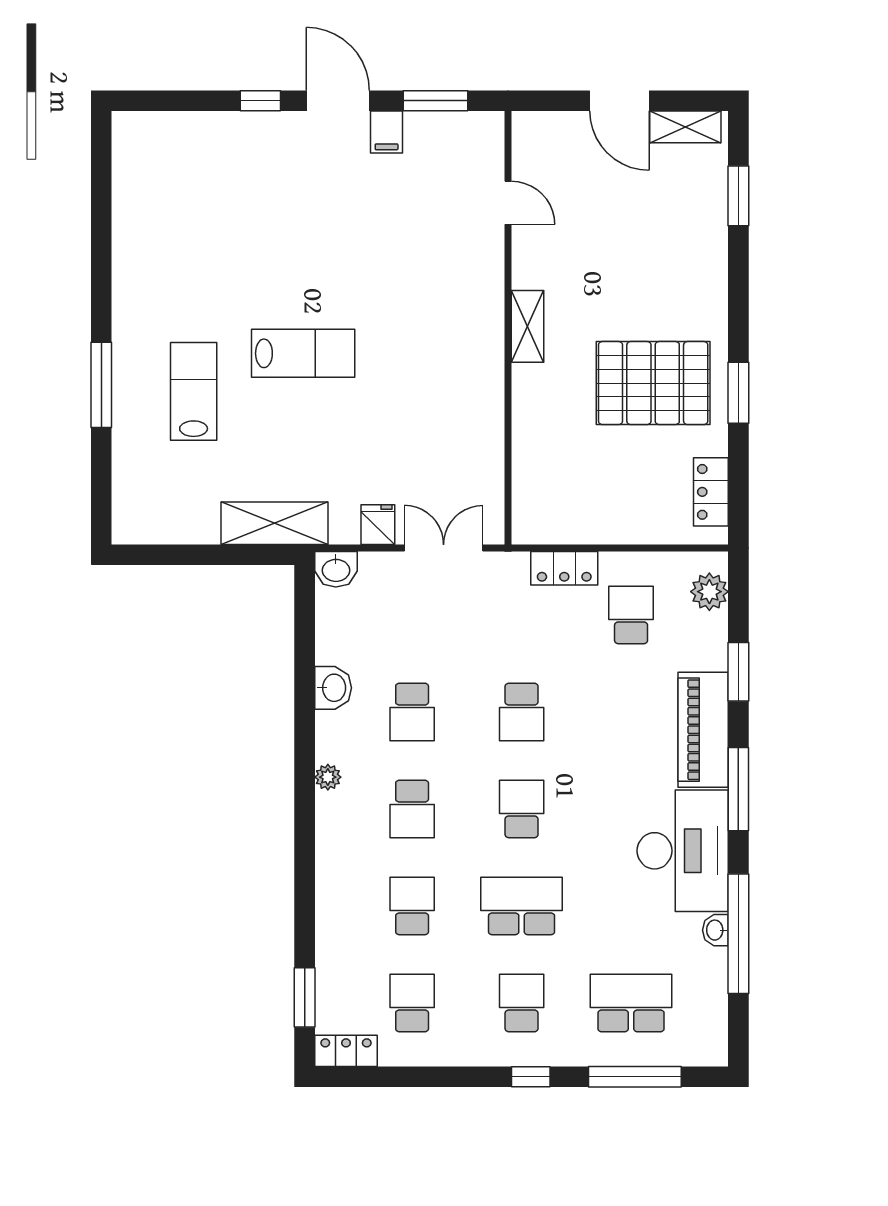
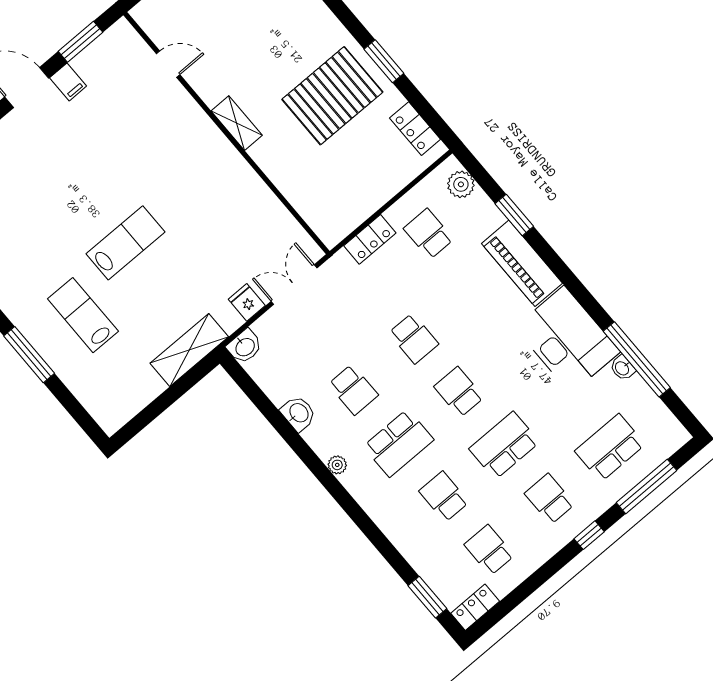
window: (738, 789) -> (569, 280), removed
school desk: (412, 809) -> (399, 443), width x1.85

